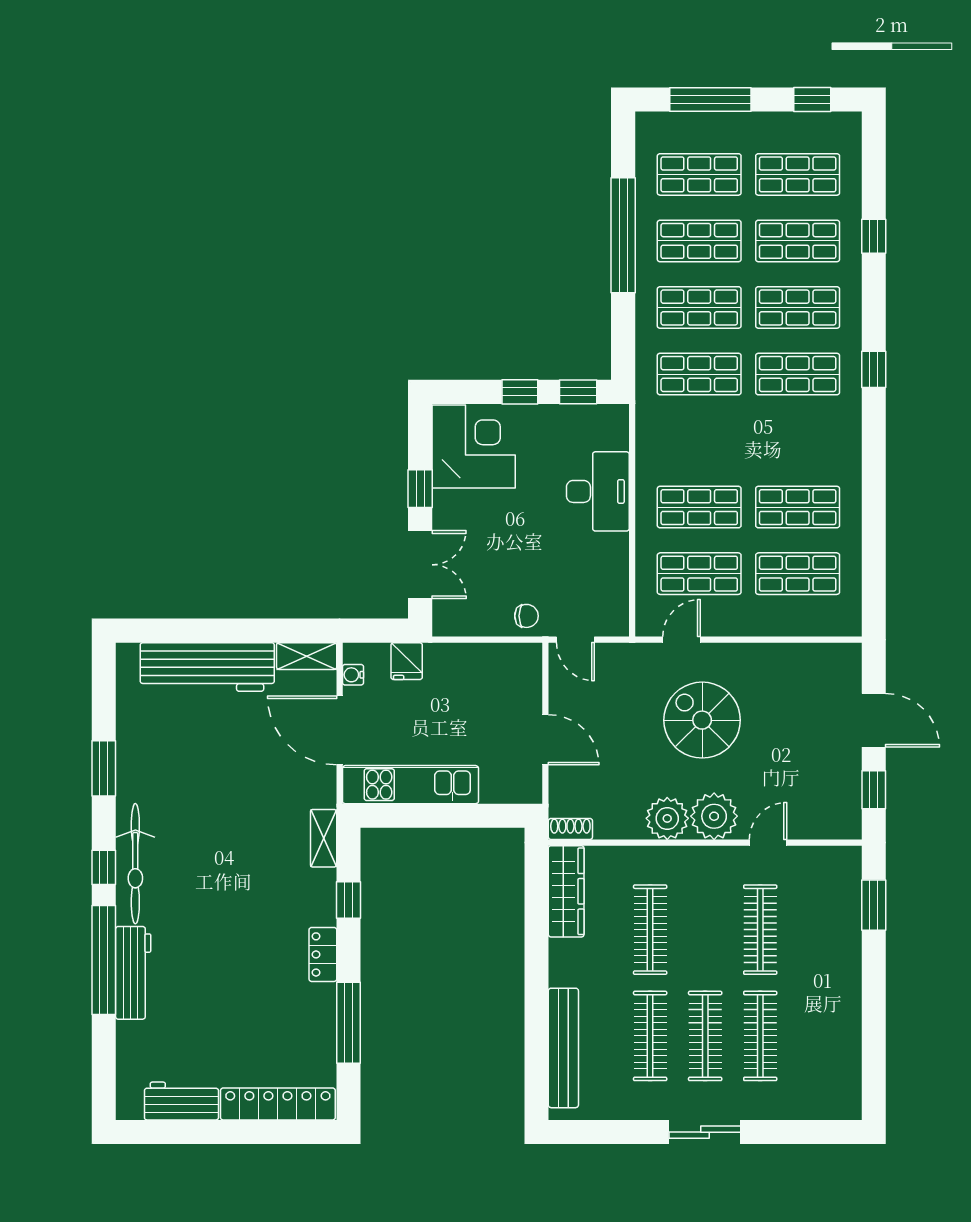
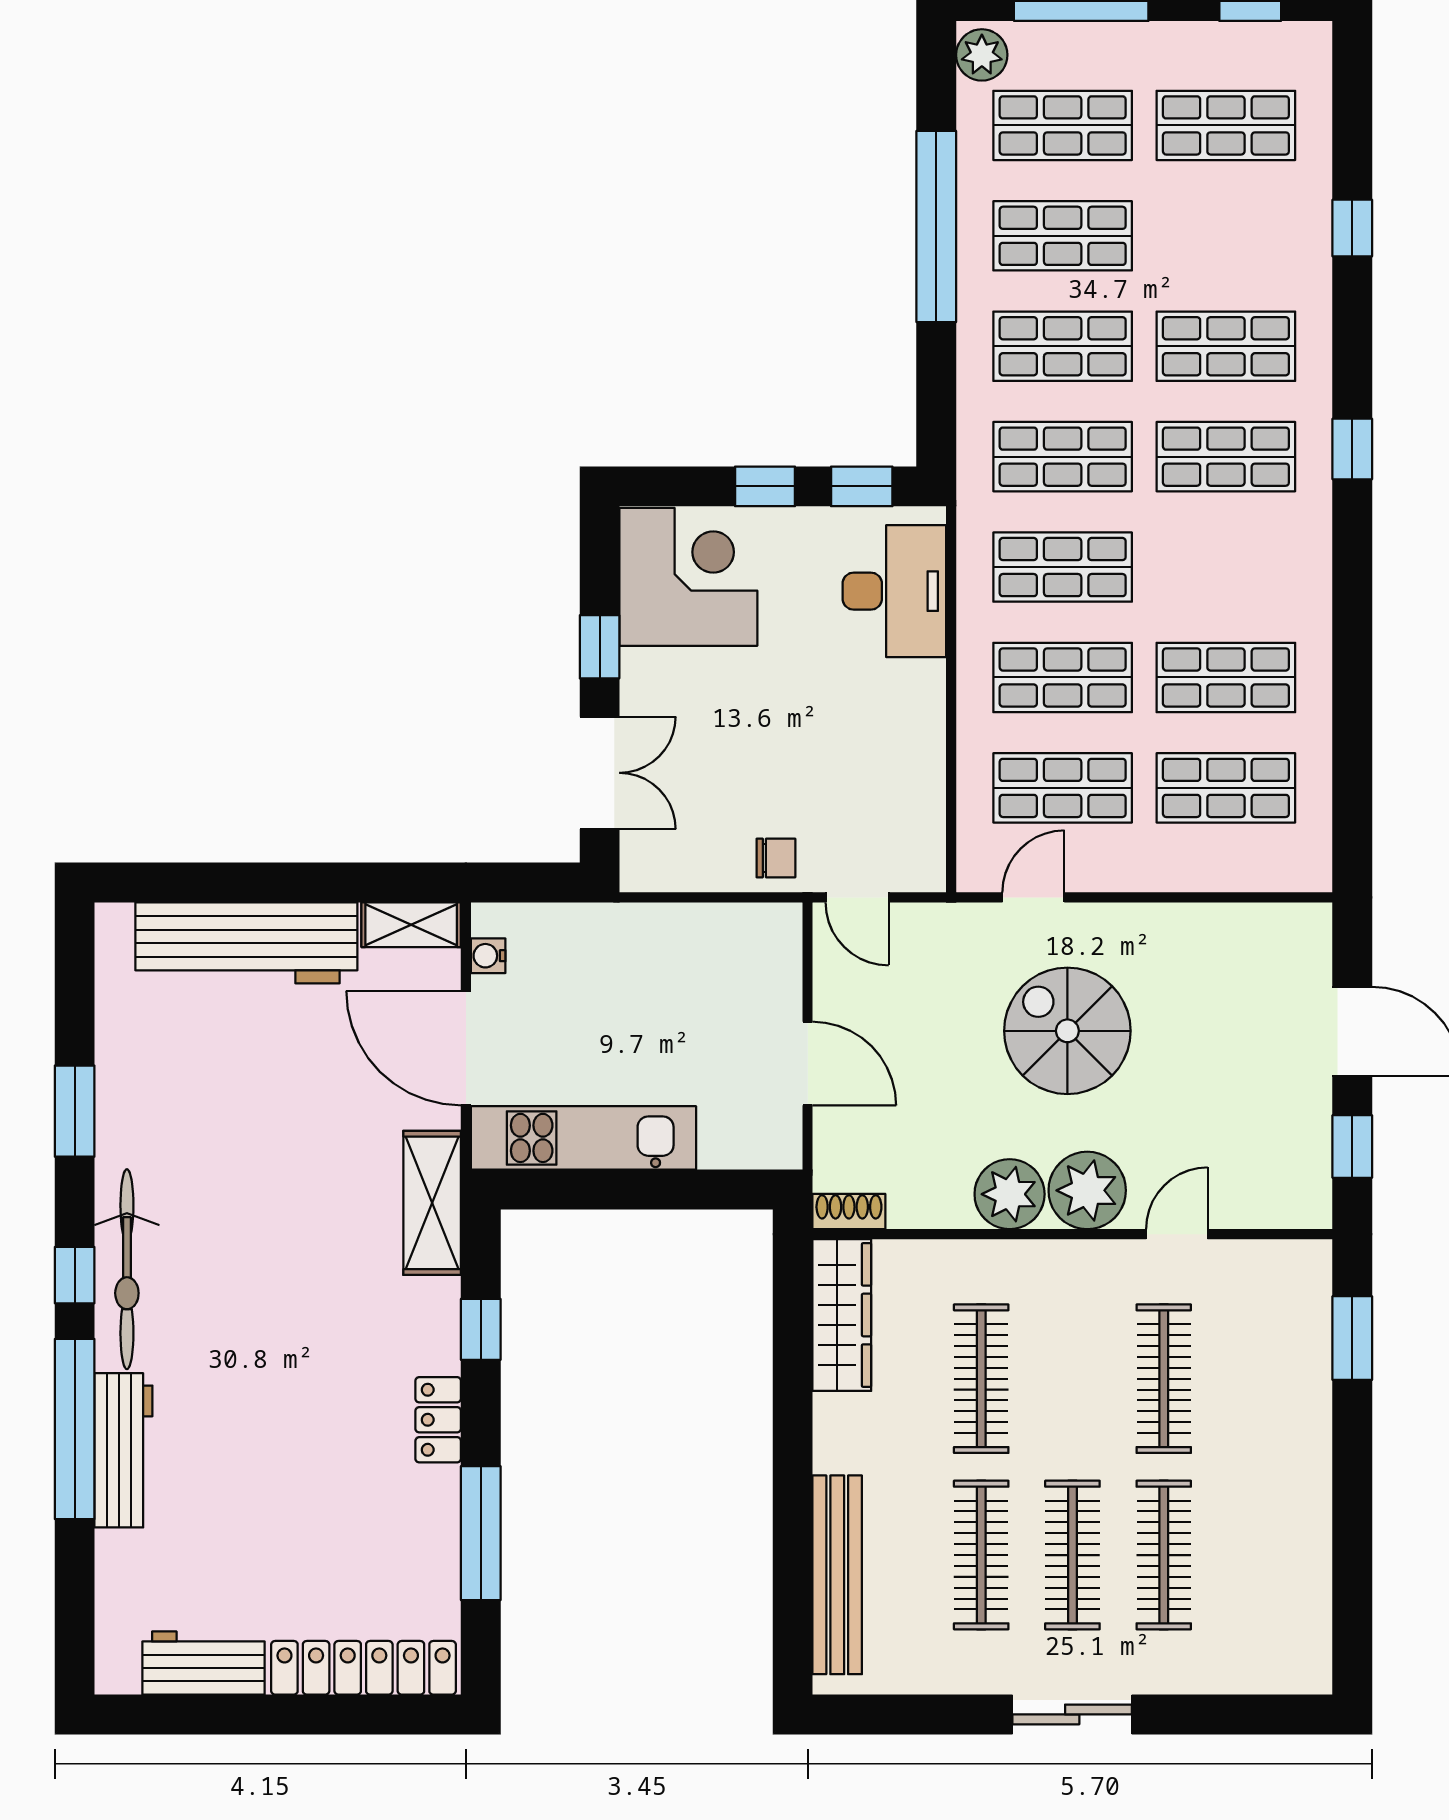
plant: (650, 132) -> (982, 55), added
shop shelf: (798, 241) -> (1063, 567), moved
desk: (598, 491) -> (894, 591), moved
fridge: (407, 661) -> (577, 933), removed
shelving: (324, 838) -> (432, 1203), width x1.50, depth x1.33

